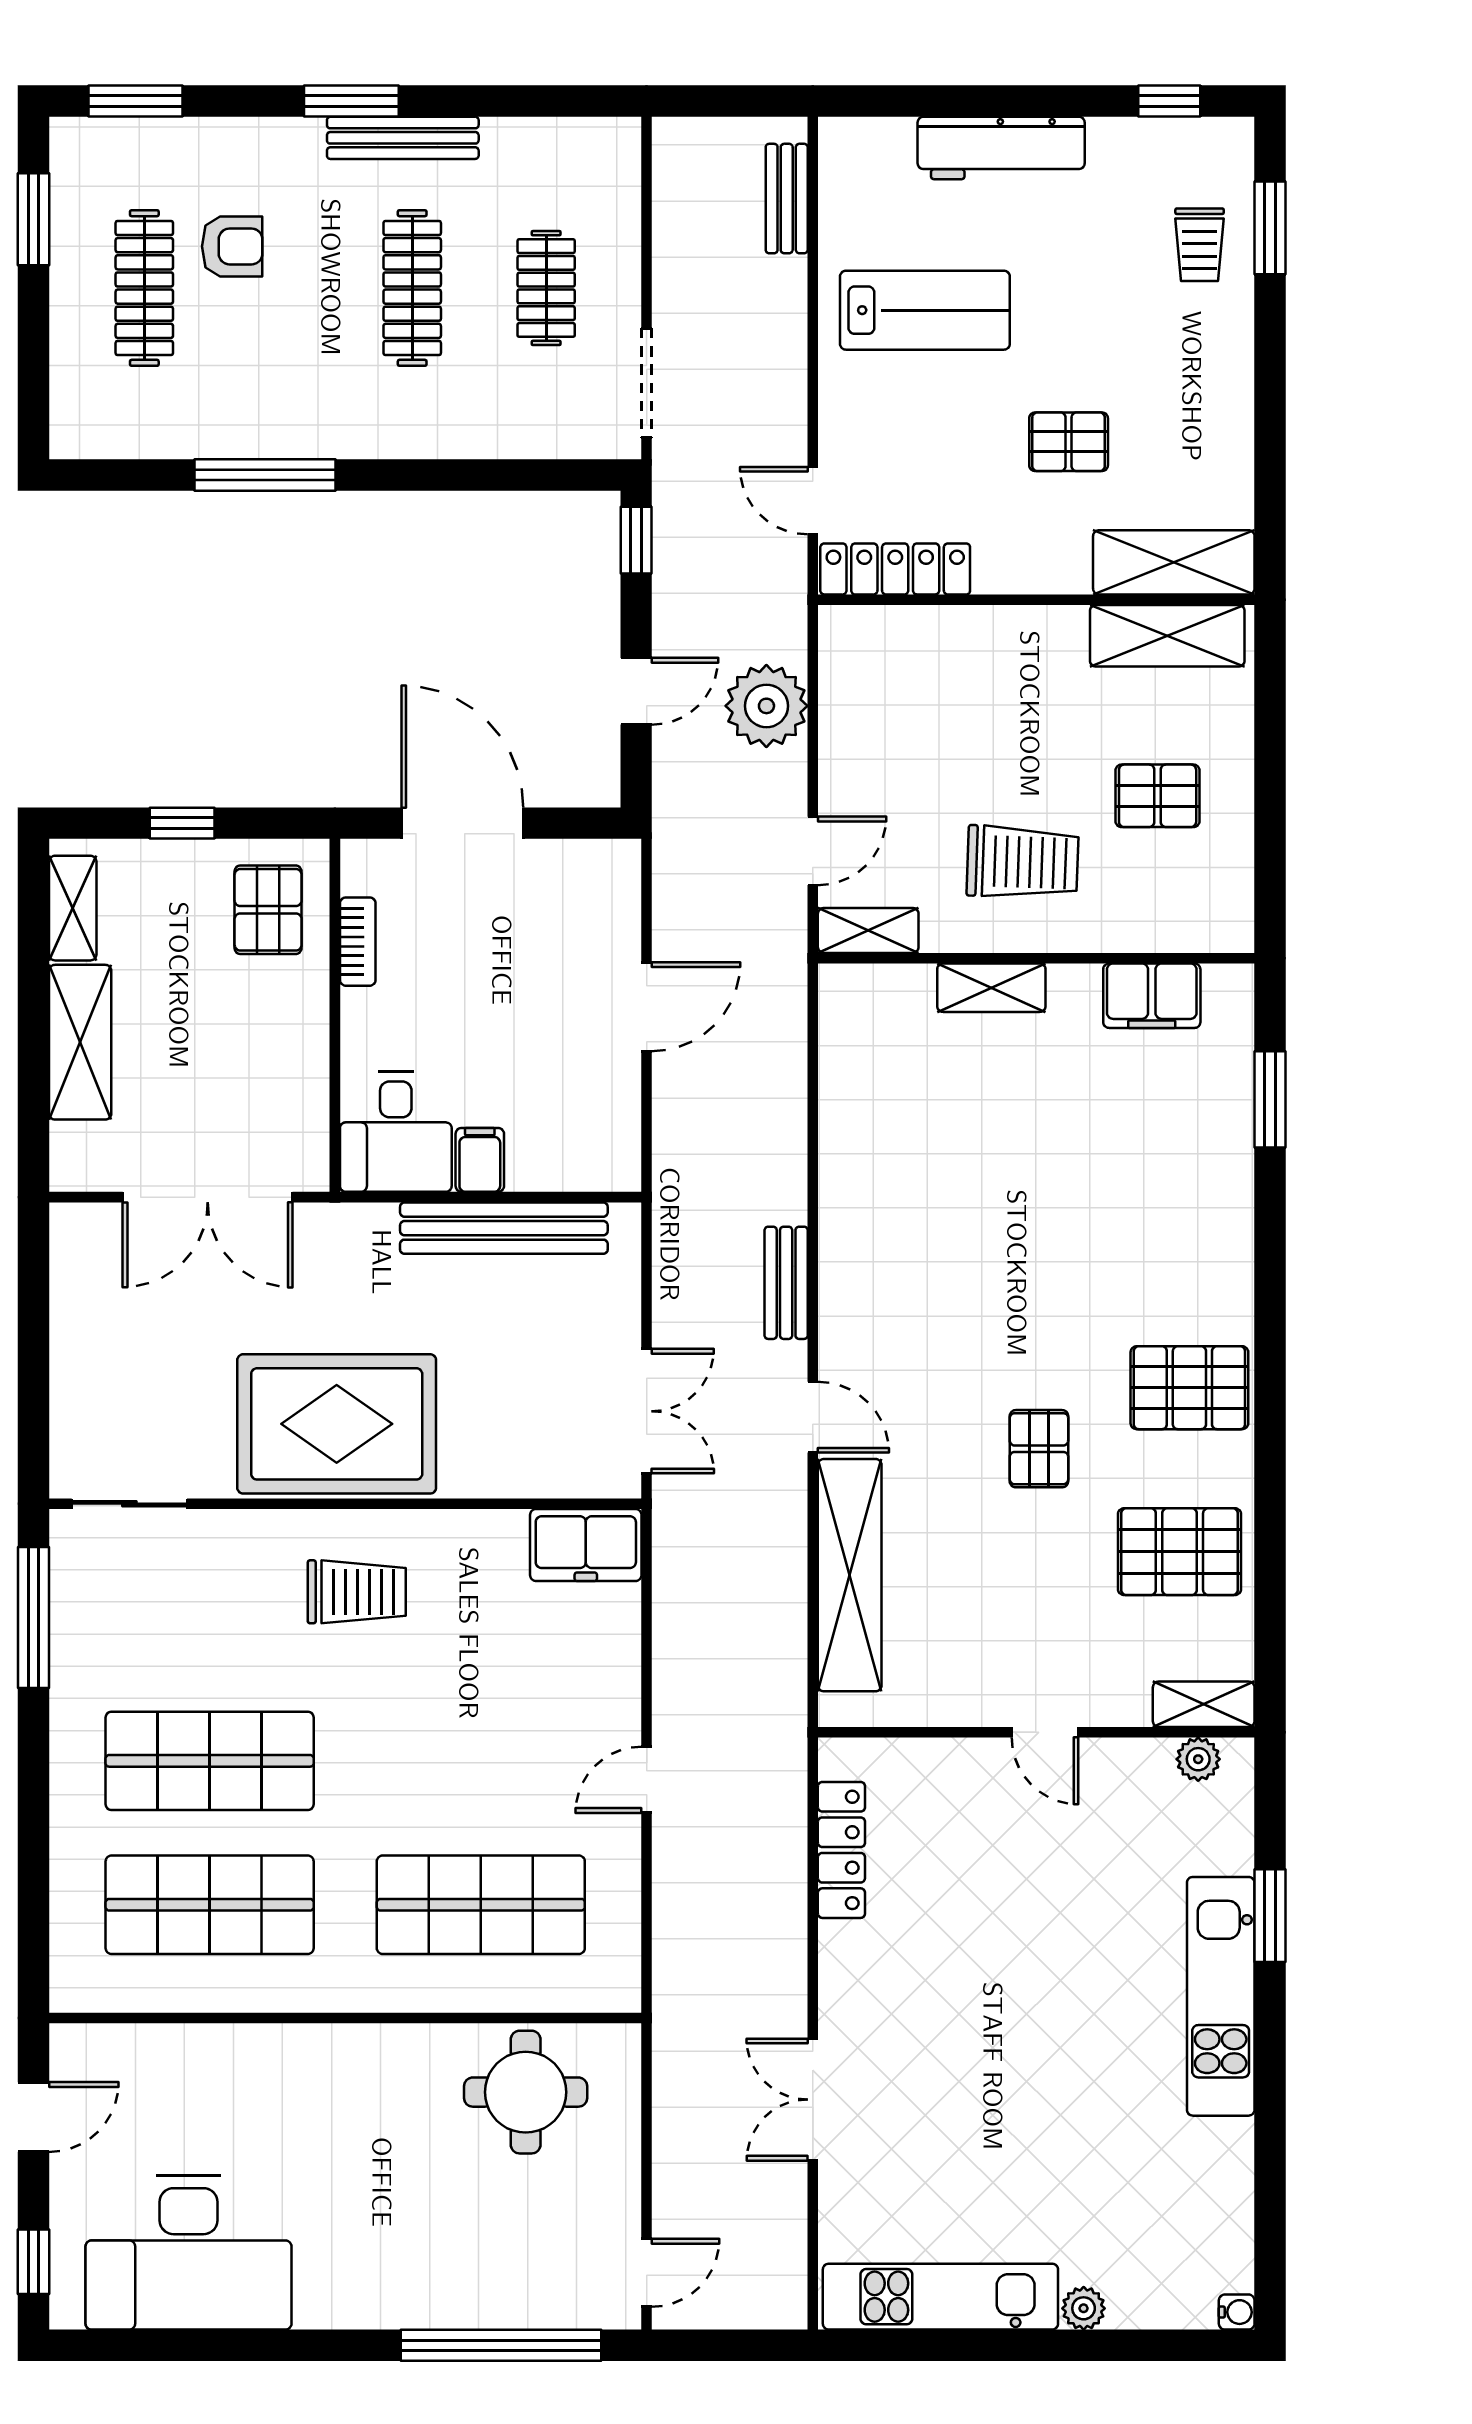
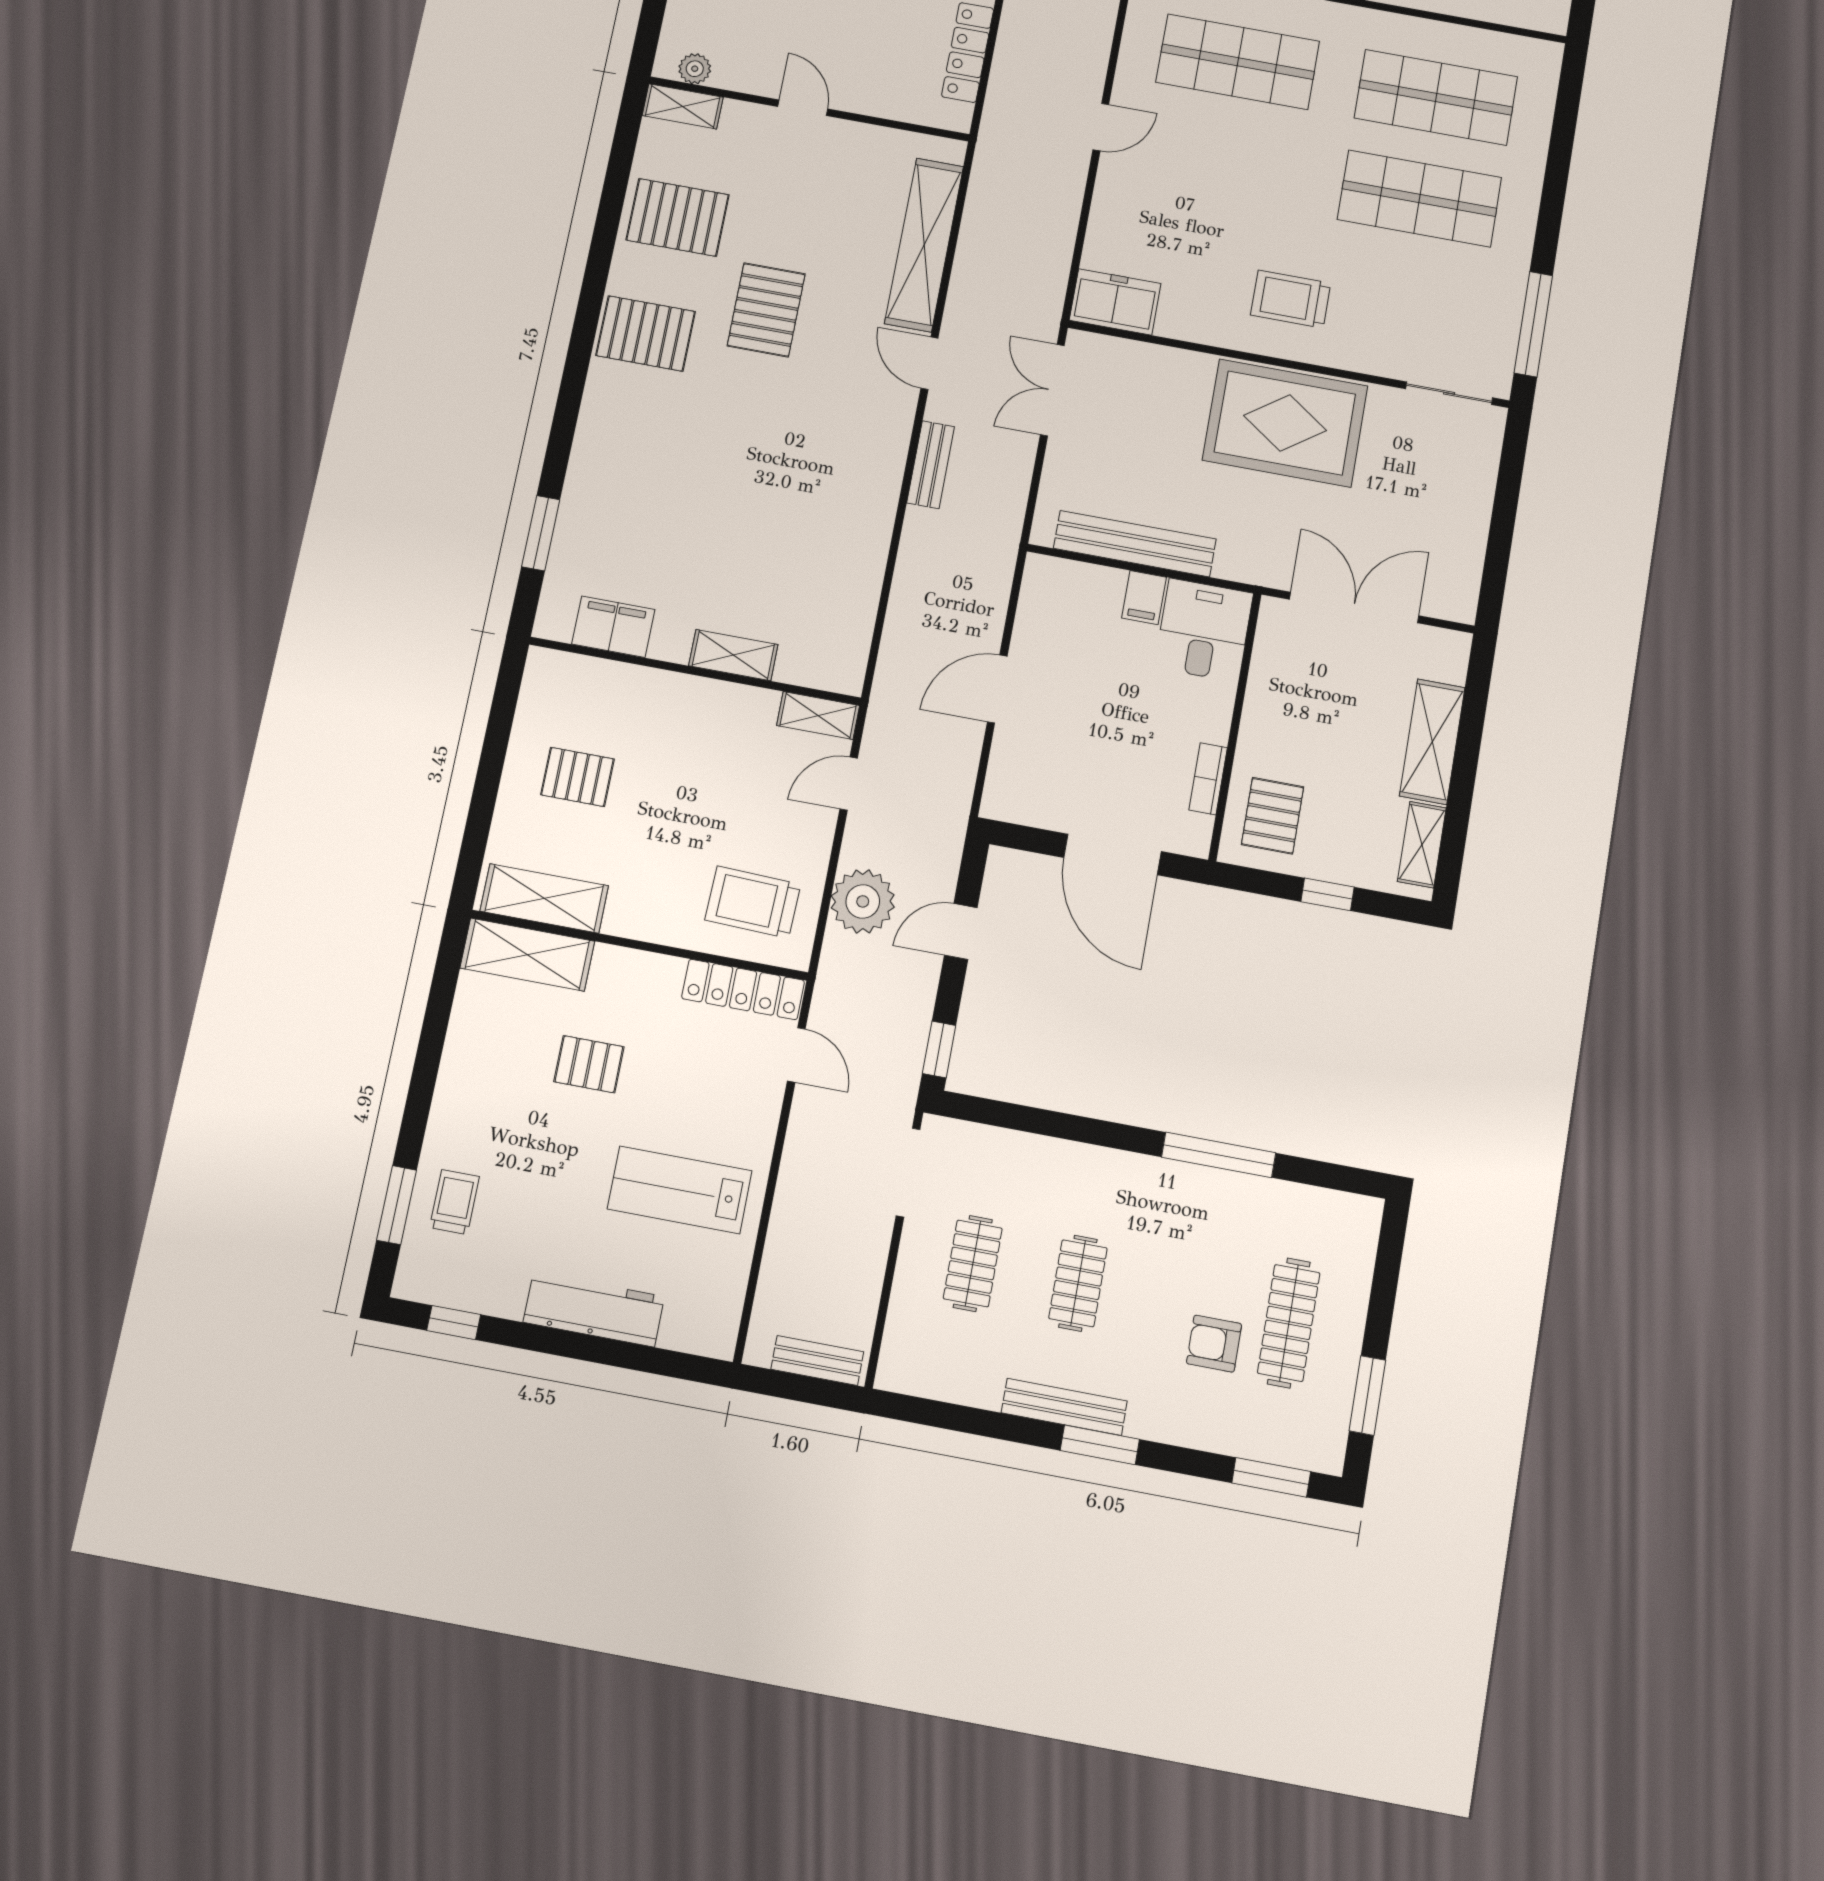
bench: (787, 199) -> (817, 1360), moved, turned 90
clothes rail: (412, 288) -> (1078, 1283), width x0.73
trolley: (1023, 862) -> (753, 902), moved
pallet: (1039, 1449) -> (766, 310), width x1.50, depth x1.42

